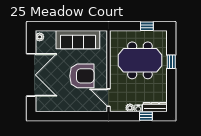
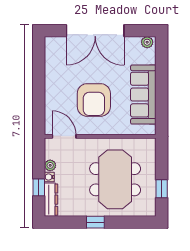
window: (171, 62) -> (95, 222), moved
door: (109, 98) -> (64, 136), hinge flipped

